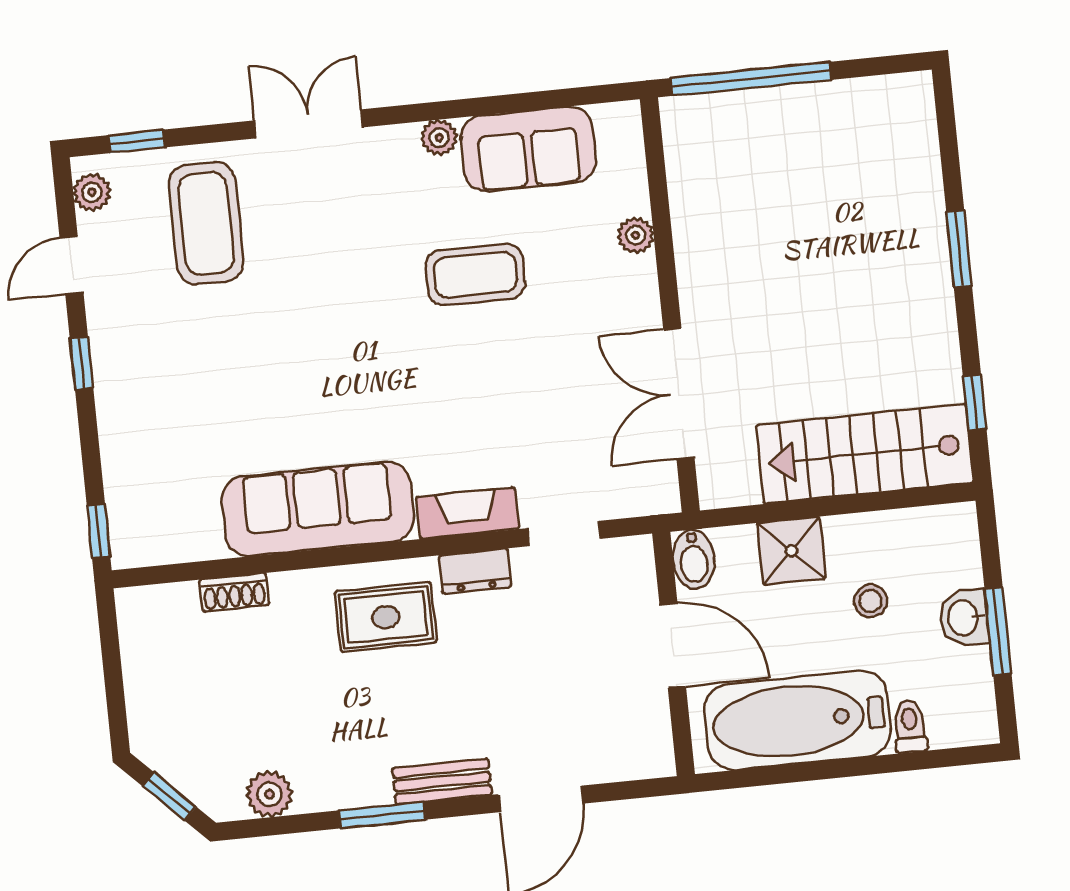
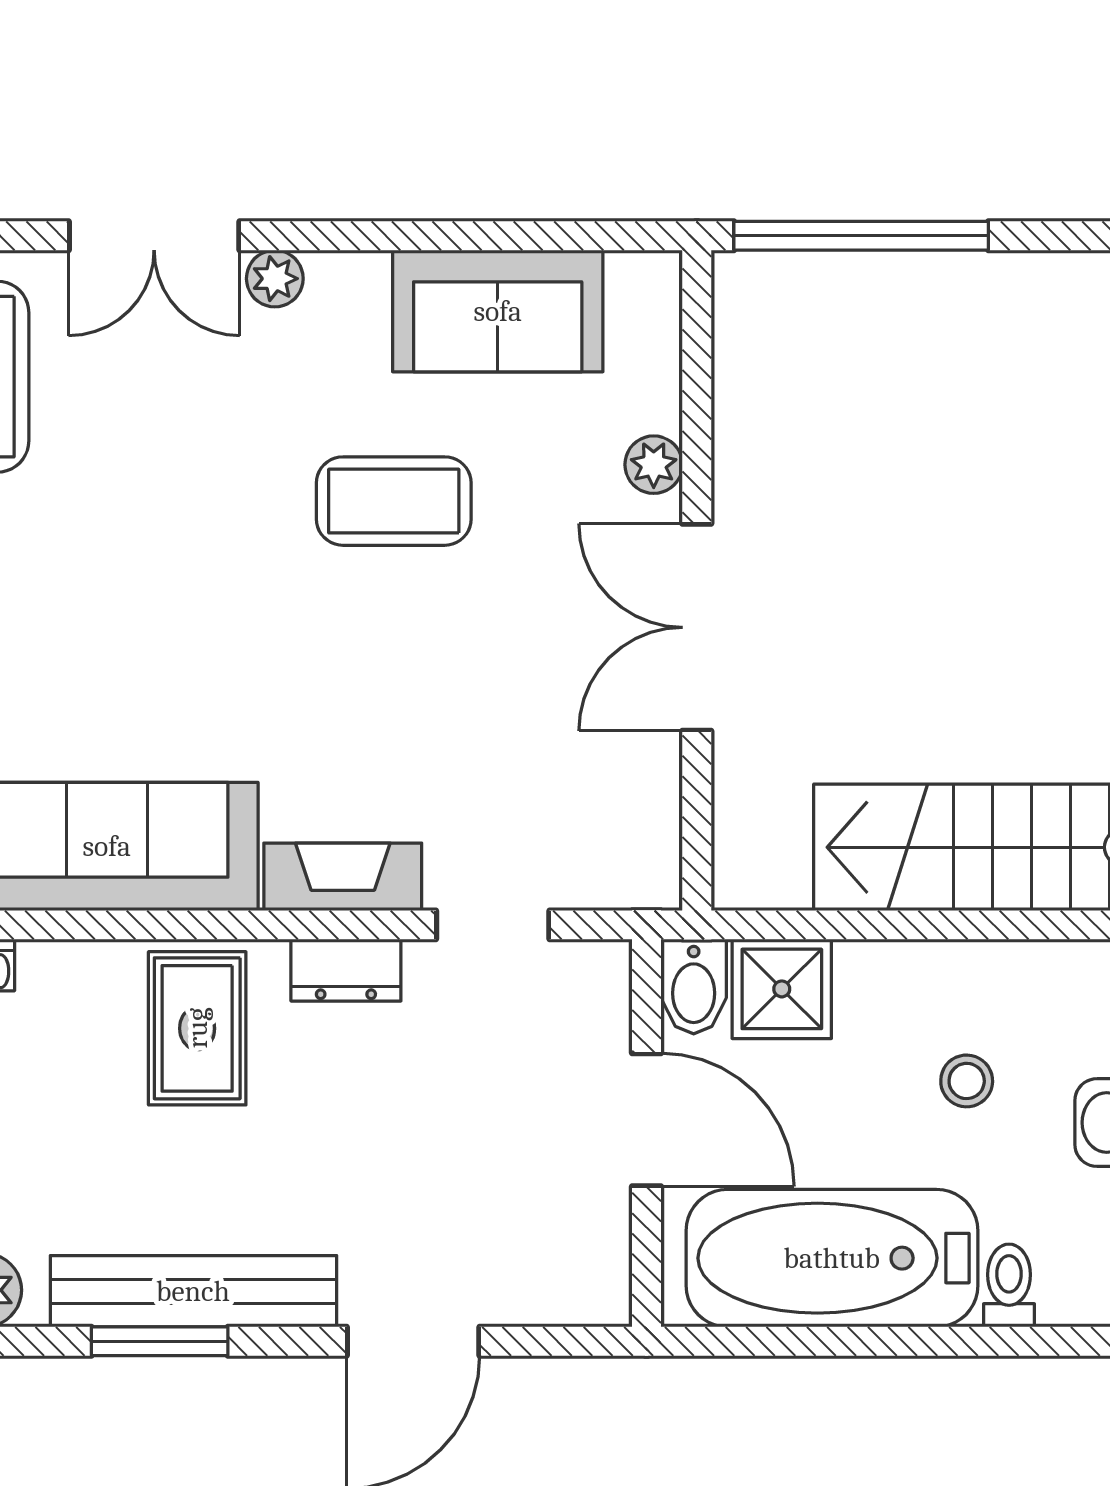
double door: (309, 124) -> (154, 236), swing flipped
plant: (439, 138) -> (275, 279), moved
double door: (679, 394) -> (697, 627), moved
shower: (791, 551) -> (782, 989), moved
rug: (386, 617) -> (197, 1028), turned 90
bench: (442, 781) -> (193, 1291), width x1.86, depth x1.21

